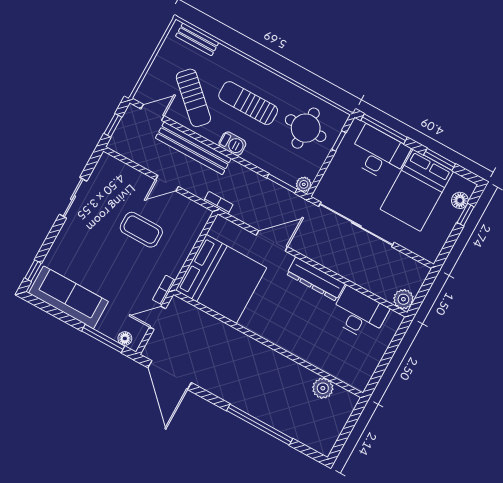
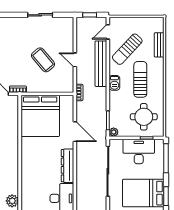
bench: (197, 39) -> (159, 45), moved
door: (153, 112) -> (108, 32), swing flipped
desk: (379, 154) -> (139, 151), moved, turned -90
coffee table: (141, 230) -> (43, 60), turned -40

